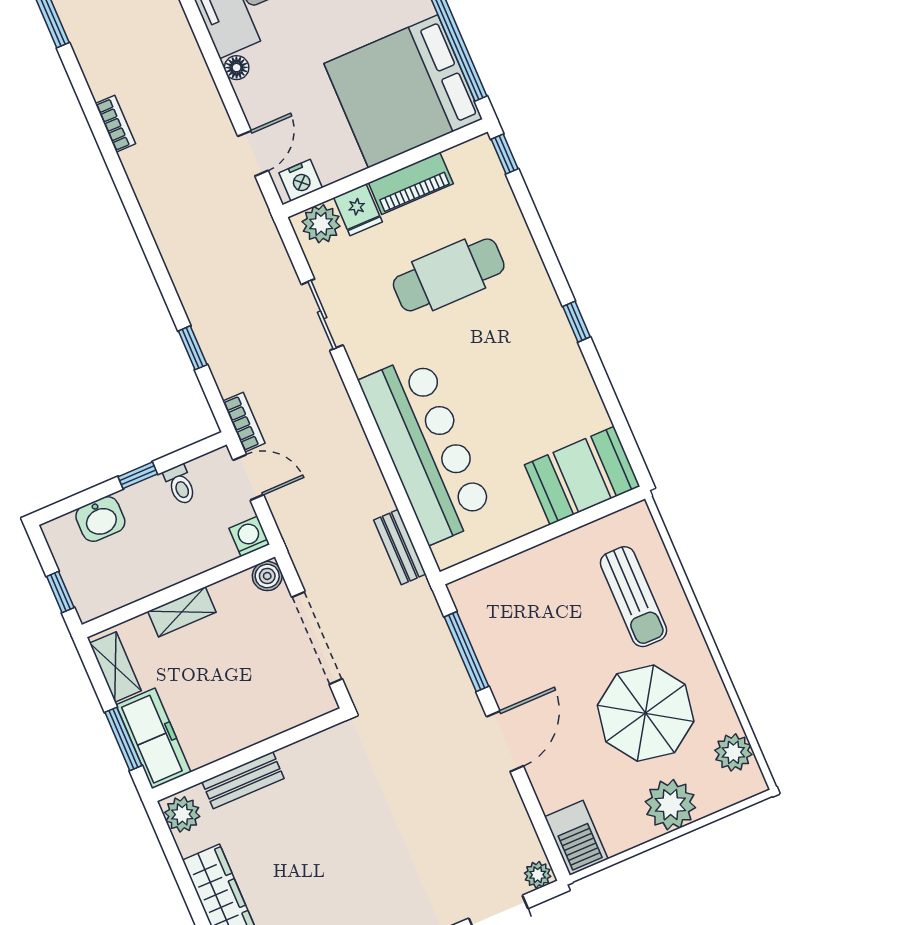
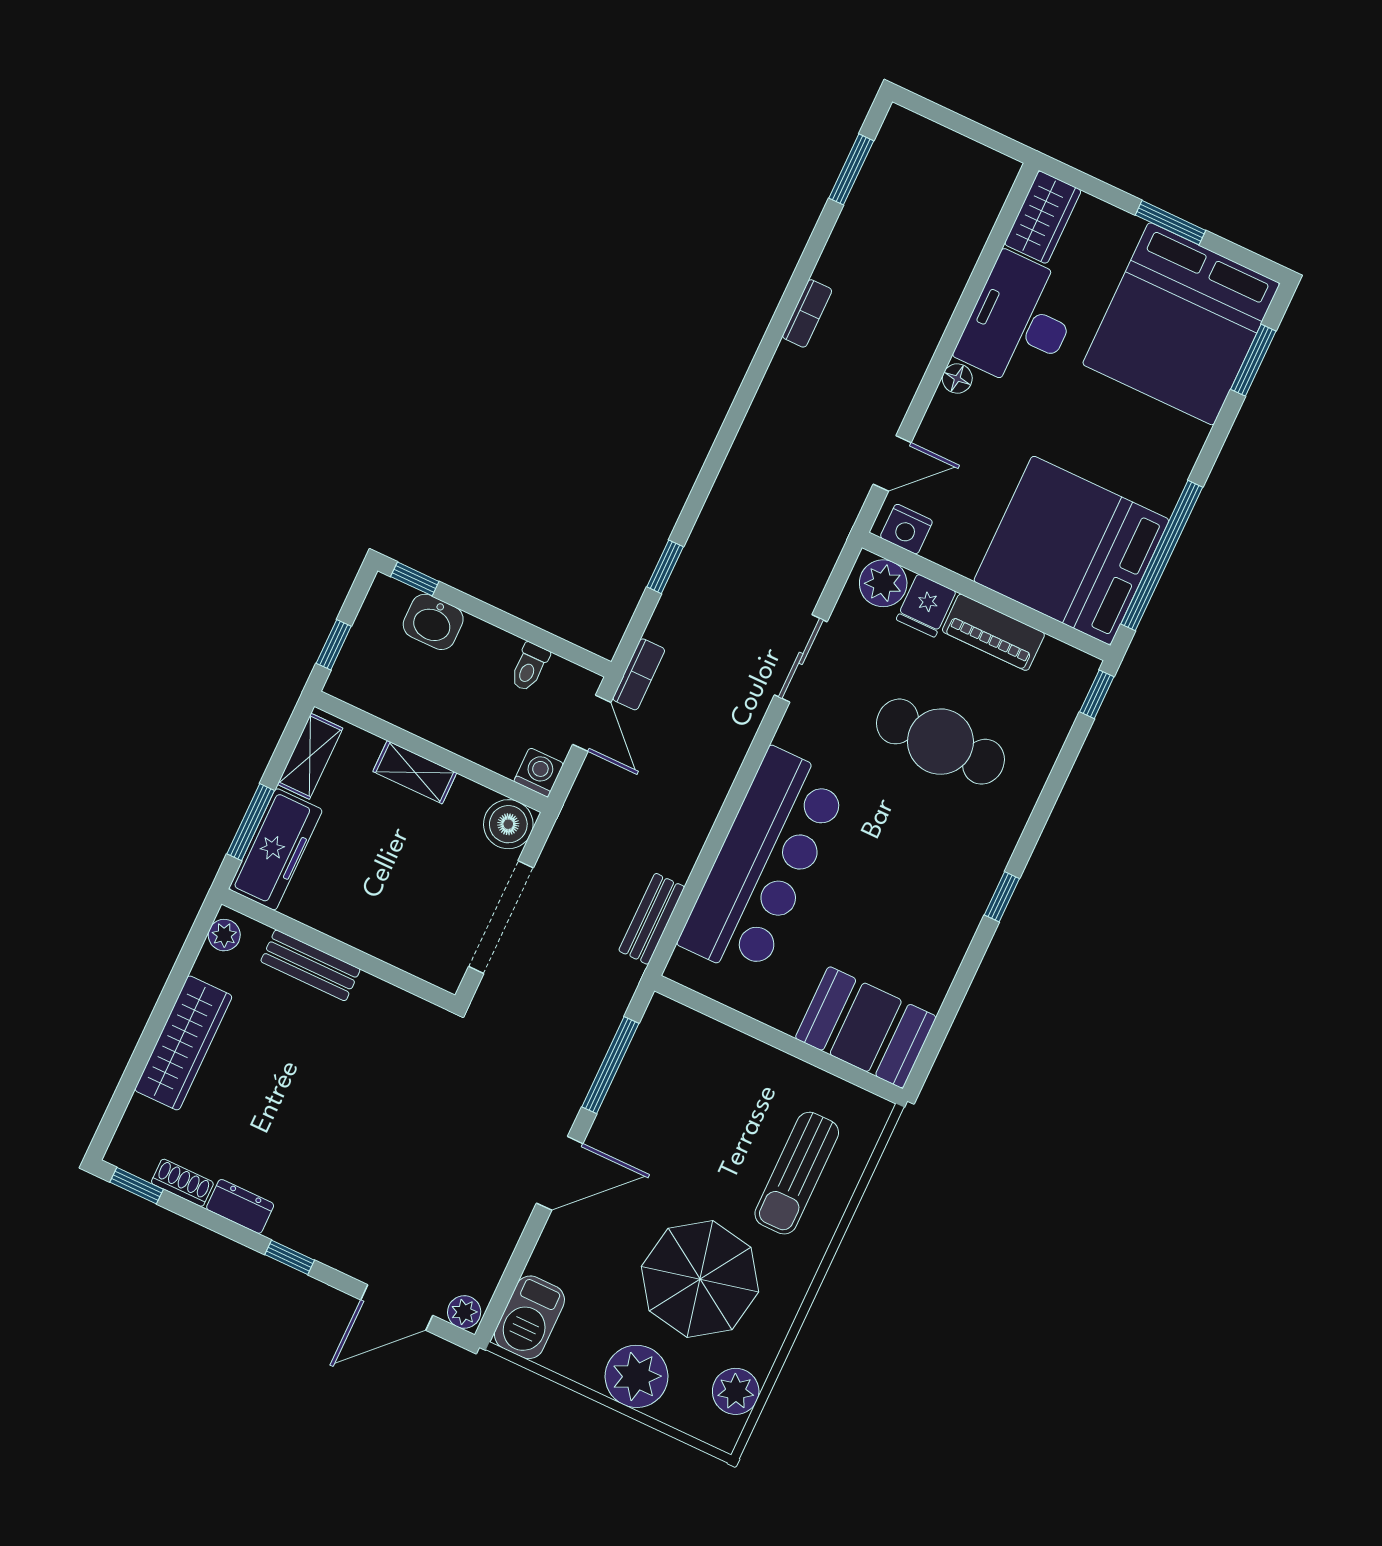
window: (138, 475) -> (415, 579), moved
boiler: (267, 576) -> (508, 824), width x1.36, depth x1.36
plant: (182, 814) -> (224, 935), width x0.73, depth x0.73

